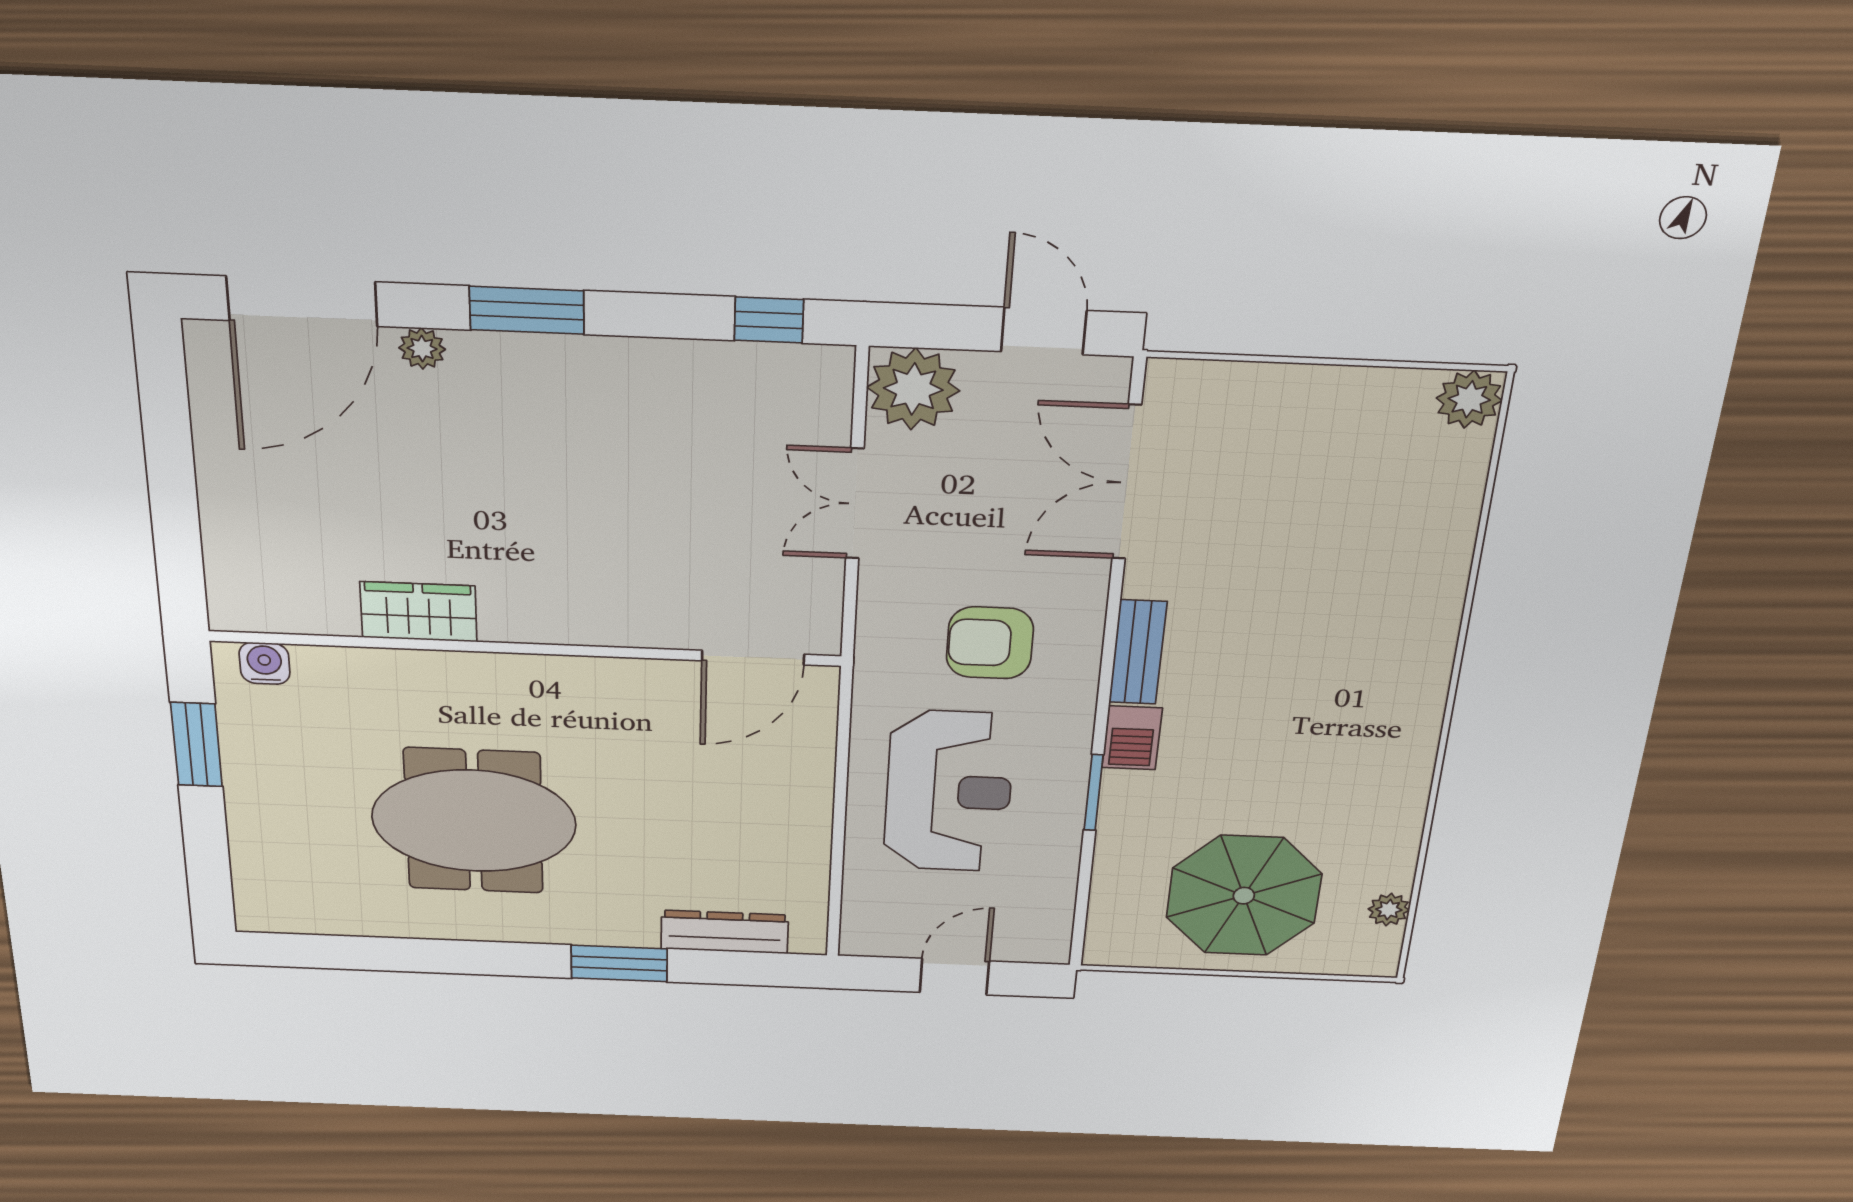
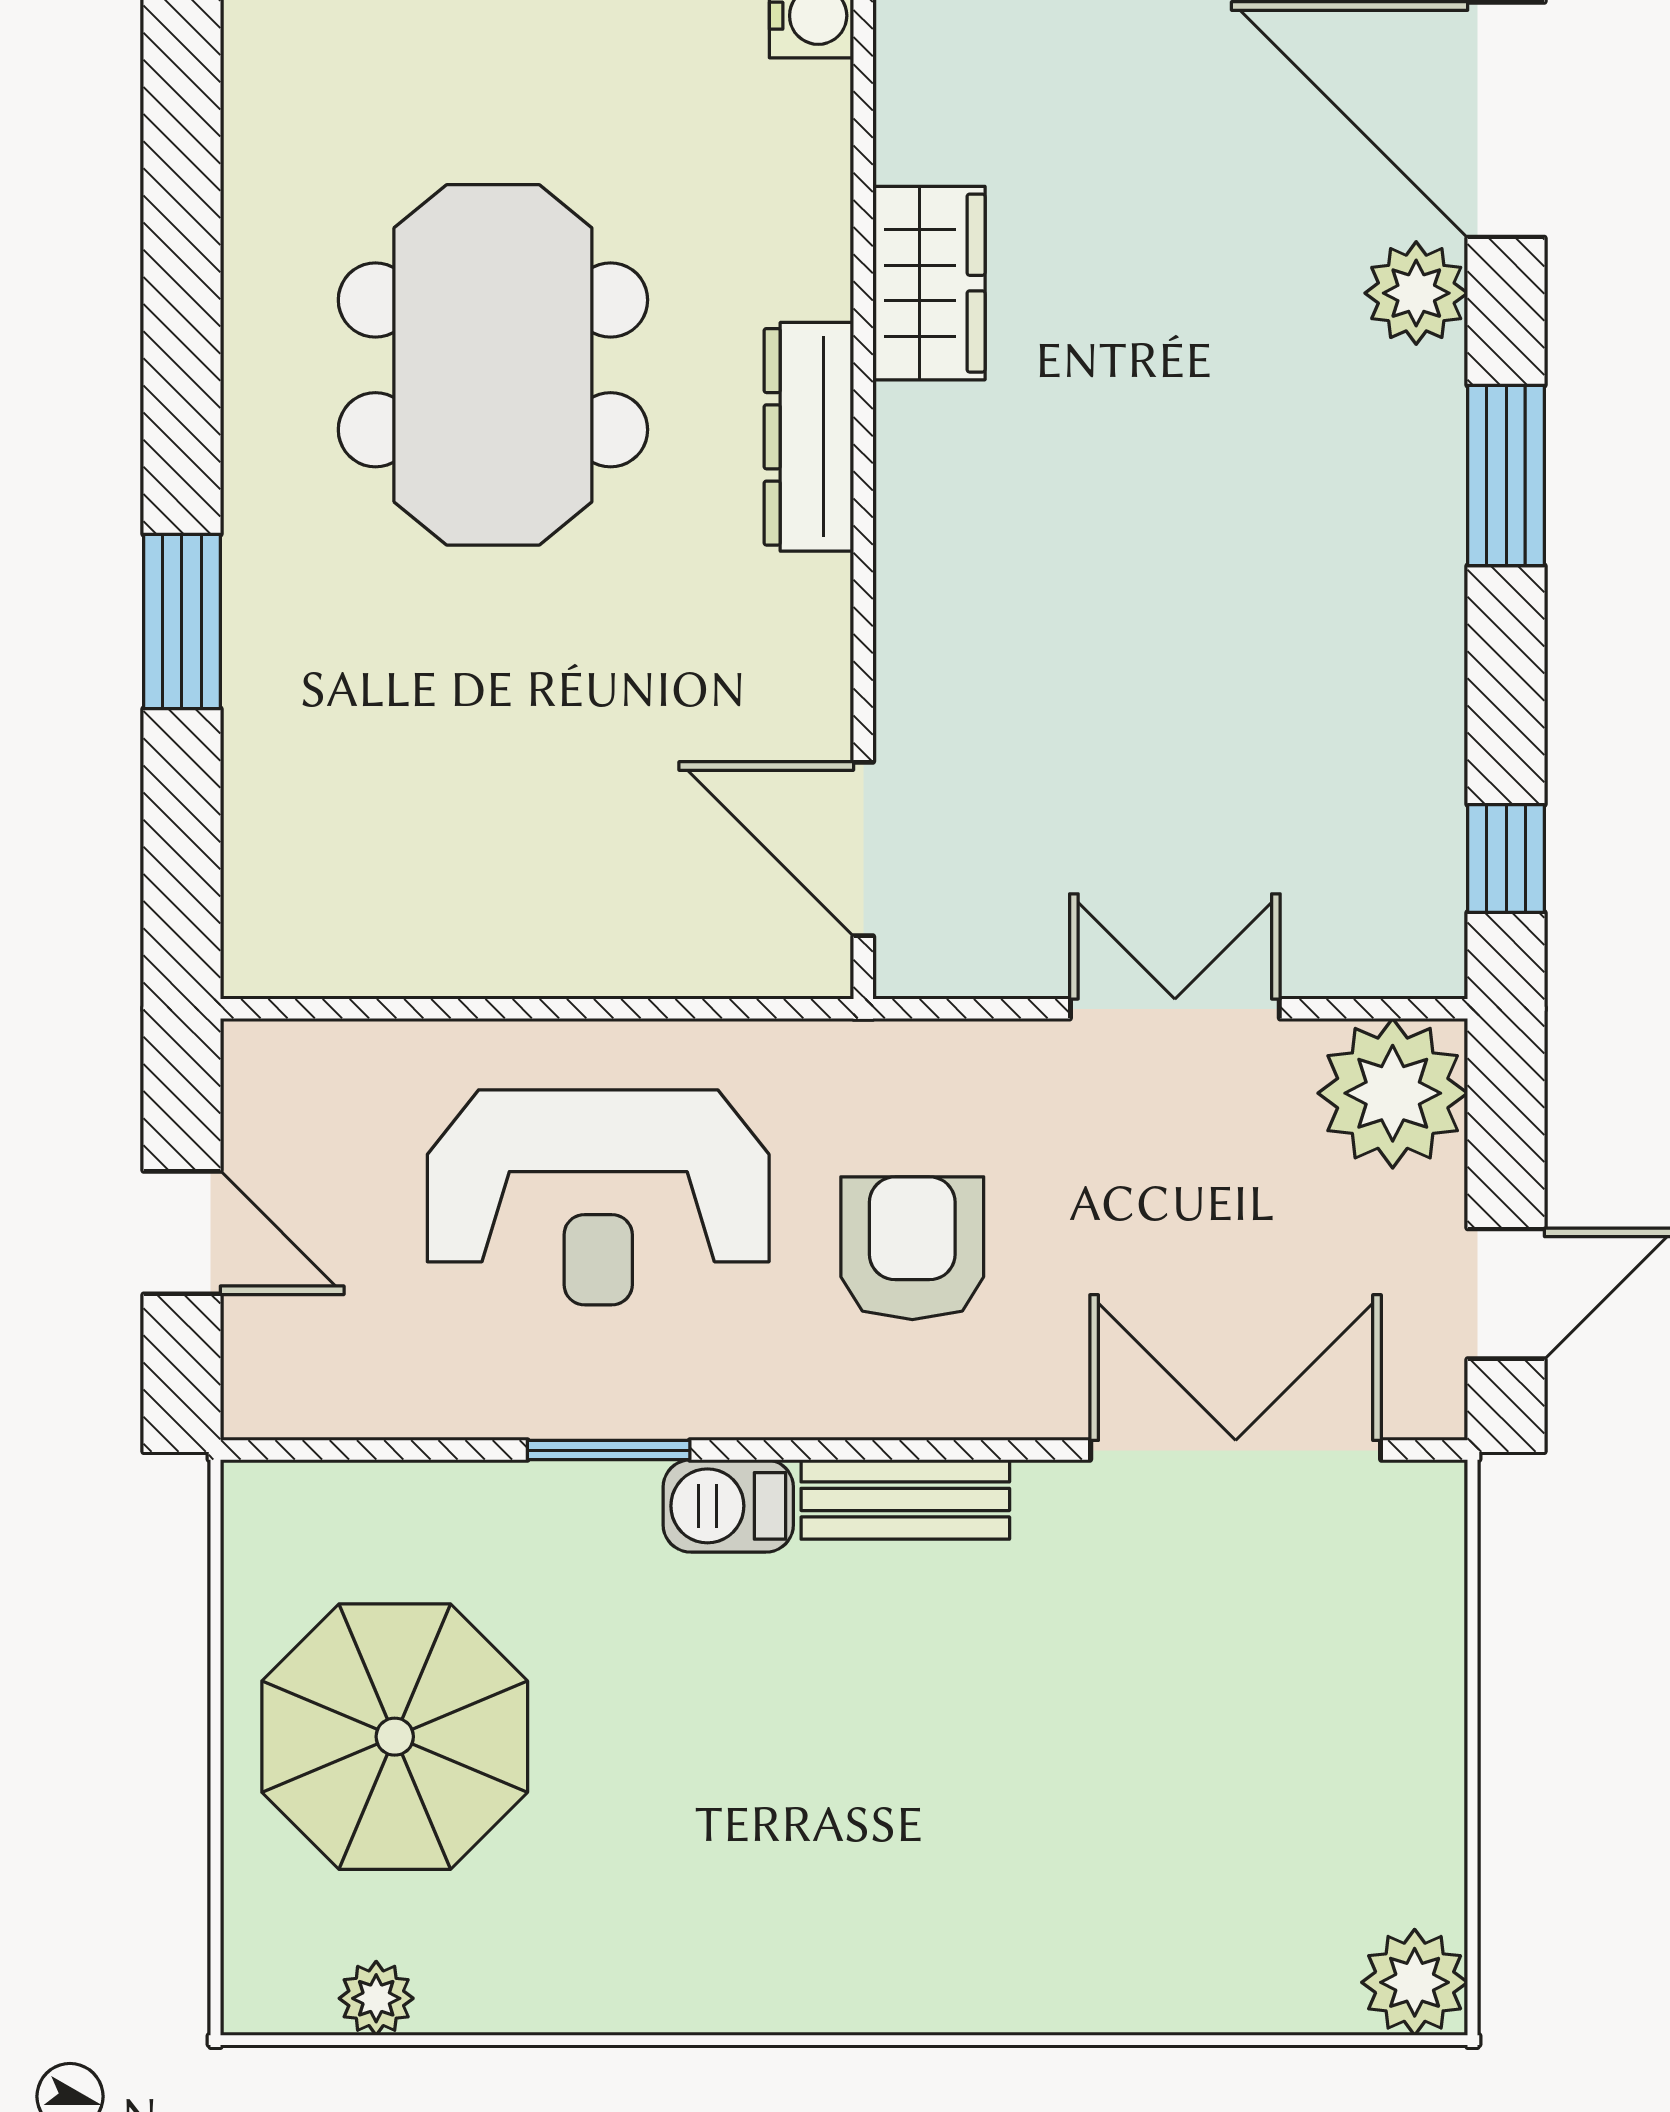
plant: (422, 349) -> (1416, 293), width x1.38, depth x1.38
dresser: (725, 932) -> (809, 437), moved, turned 180

